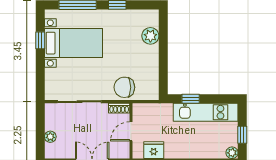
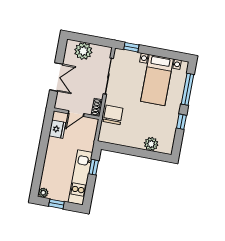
window: (40, 40) -> (131, 47), moved
door: (131, 131) -> (76, 114), swing flipped
plant: (50, 137) -> (83, 51), width x1.88, depth x1.88

